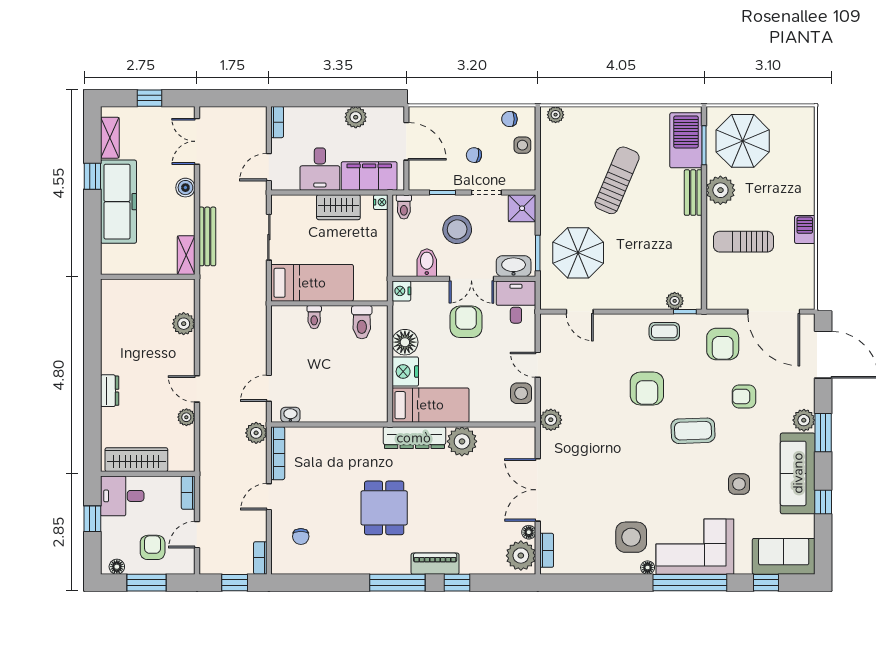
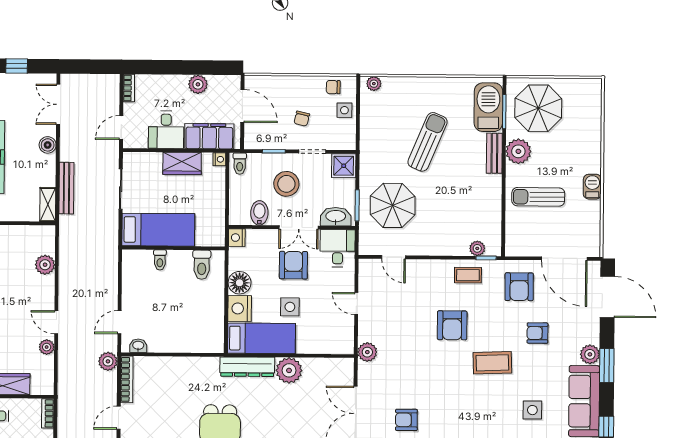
chair: (474, 155) -> (302, 119), turned -87
side table: (521, 393) -> (290, 307), moved
armchair: (596, 496) -> (406, 420), added

